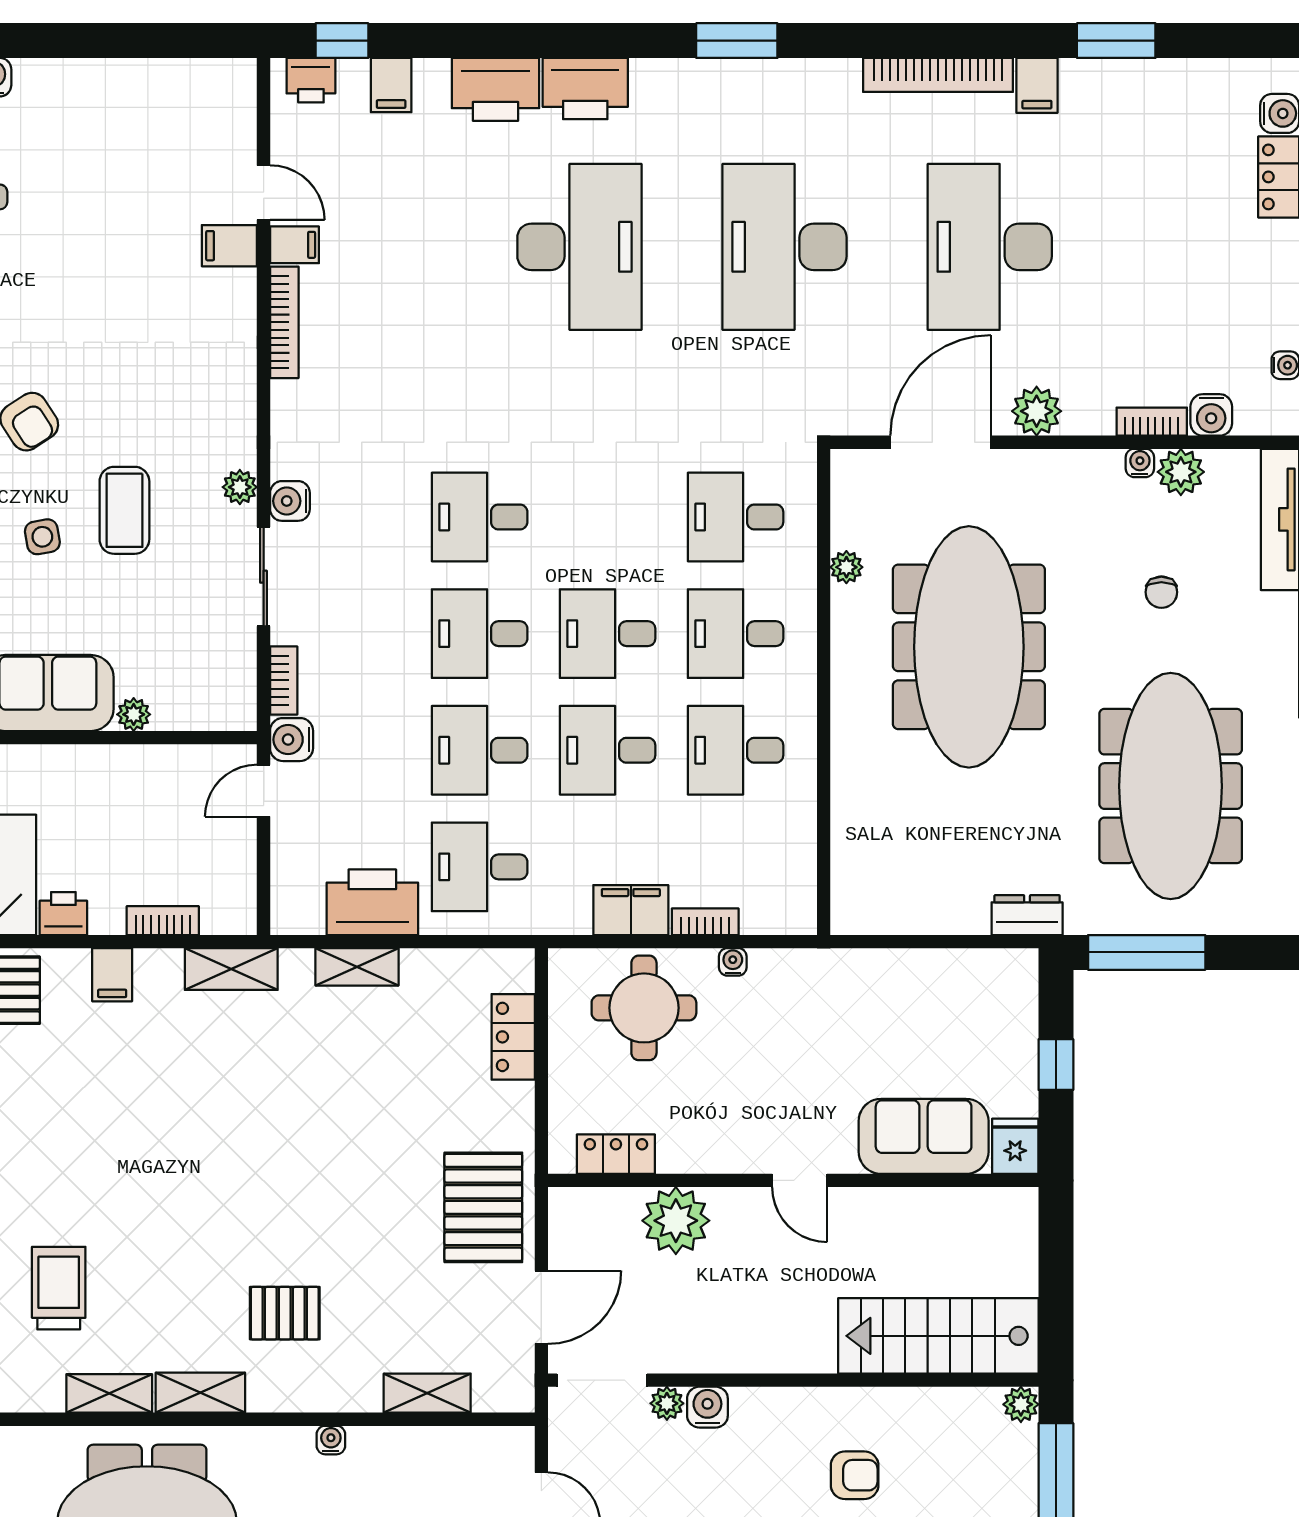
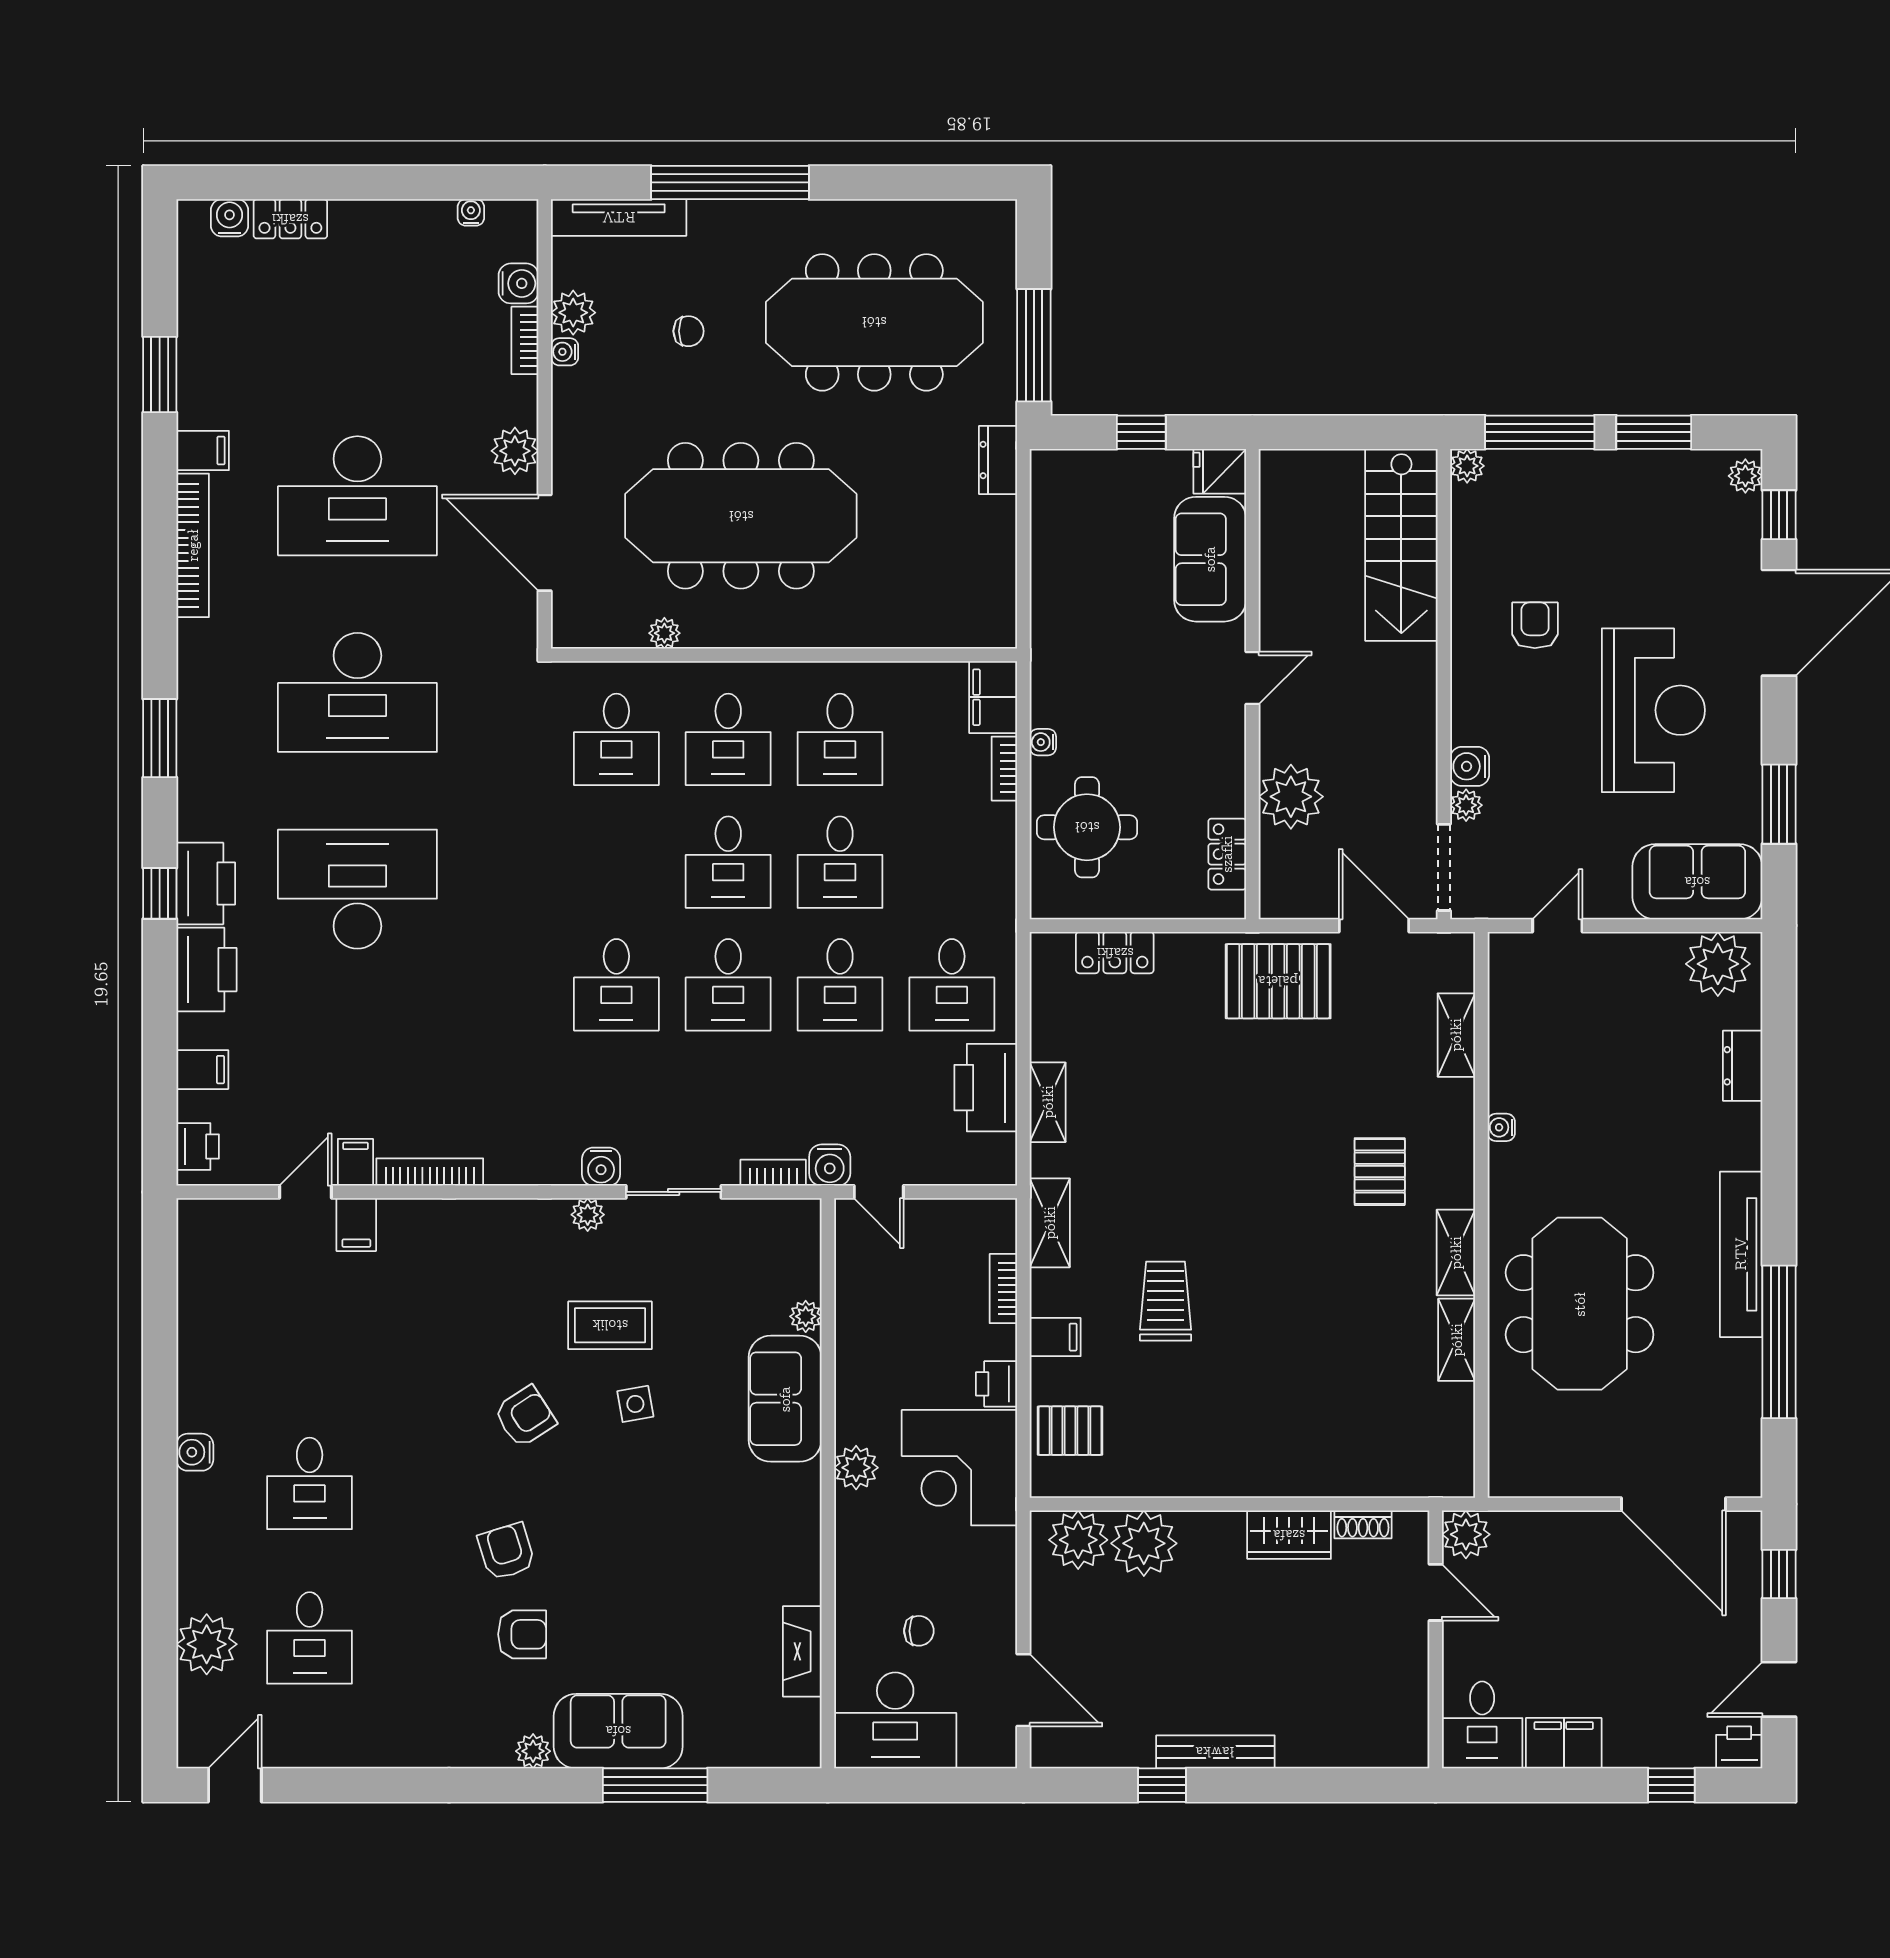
window: (342, 41) -> (160, 893), moved
filing cabinet: (631, 910) -> (993, 697), moved
trolley: (59, 1288) -> (1166, 1301), moved, turned 90

